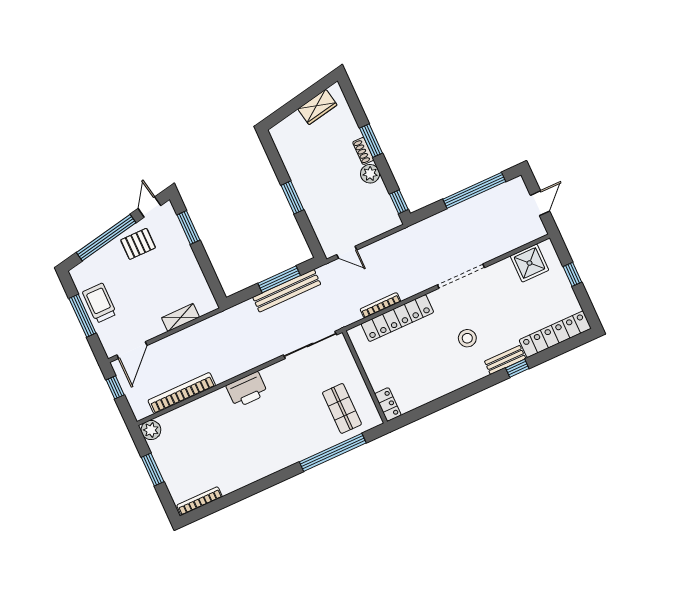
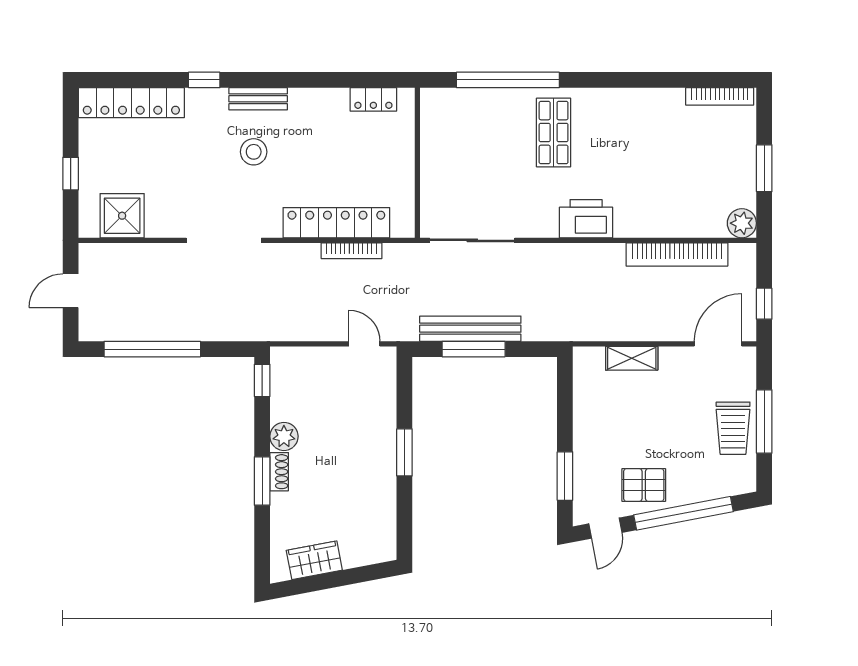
bench: (505, 360) -> (258, 99), moved
locker: (388, 404) -> (373, 99), moved, turned -90
shop shelf: (342, 408) -> (554, 132), moved

